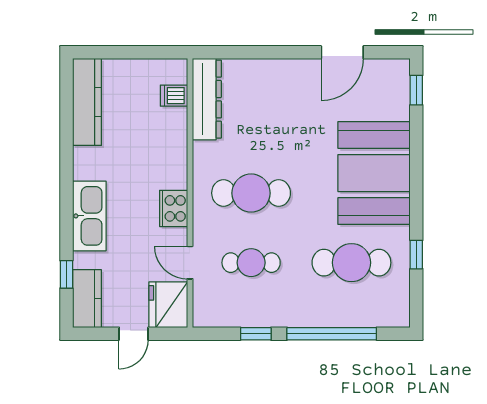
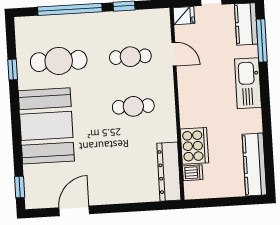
cafe table: (251, 193) -> (133, 106), width x0.73, depth x0.74
cooker: (174, 208) -> (194, 146), moved, width x1.37, depth x1.31
window: (66, 274) -> (262, 40), width x2.17
fridge: (168, 305) -> (184, 16), width x0.53, depth x0.75

